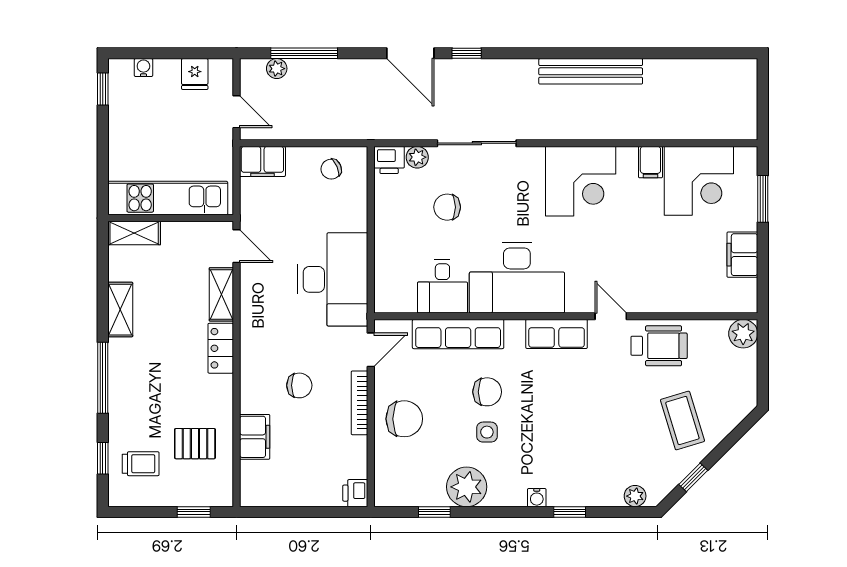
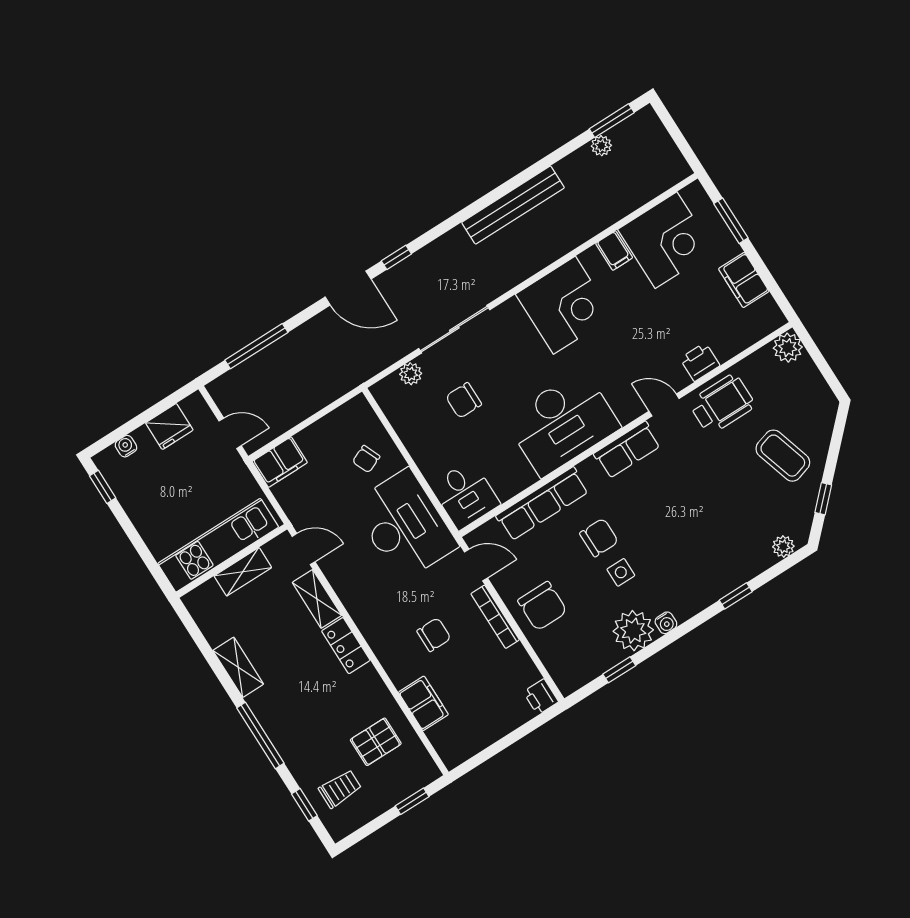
window: (717, 53) -> (612, 121), added
plant: (277, 69) -> (601, 146), moved
fridge: (195, 74) -> (169, 426), width x1.38
printer: (389, 160) -> (700, 362), moved, turned 180
chair: (331, 169) -> (366, 459), moved
shelving: (134, 233) -> (243, 572), moved
desk: (442, 286) -> (465, 495), moved
door: (371, 350) -> (476, 565), hinge flipped
chair: (404, 419) -> (542, 606), turned 90
water cooler: (537, 498) -> (666, 623), moved

